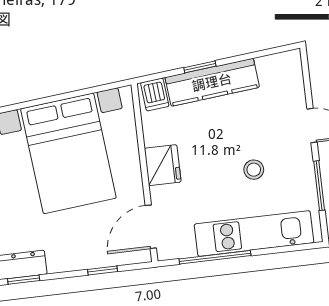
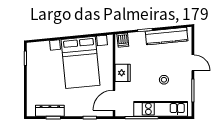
kitchen counter: (212, 82) -> (167, 36), moved

